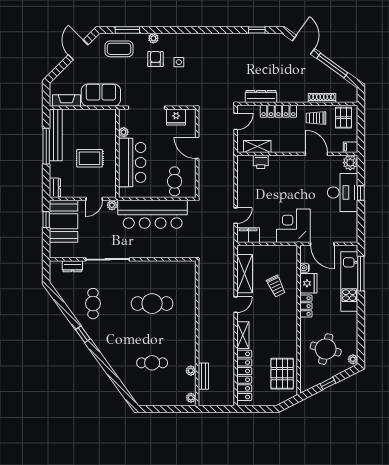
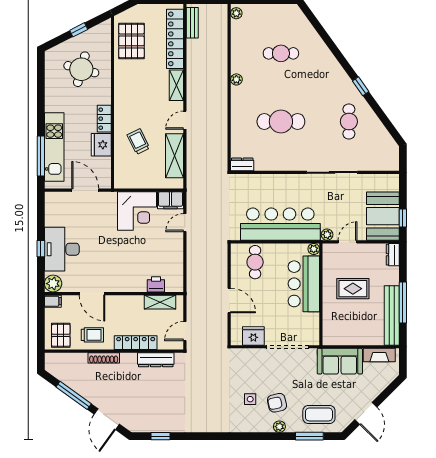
armchair: (156, 59) -> (277, 403), turned 77
shoe rack: (322, 98) -> (104, 358), moved
plant: (124, 132) -> (314, 249), moved
corner desk: (293, 226) -> (137, 211), moved
dresser: (72, 266) -> (242, 164), moved
water cooler: (304, 268) -> (106, 163), removed
plant: (353, 359) -> (50, 57), removed
plant: (191, 371) -> (236, 79), moved
bench: (203, 376) -> (192, 23), moved

